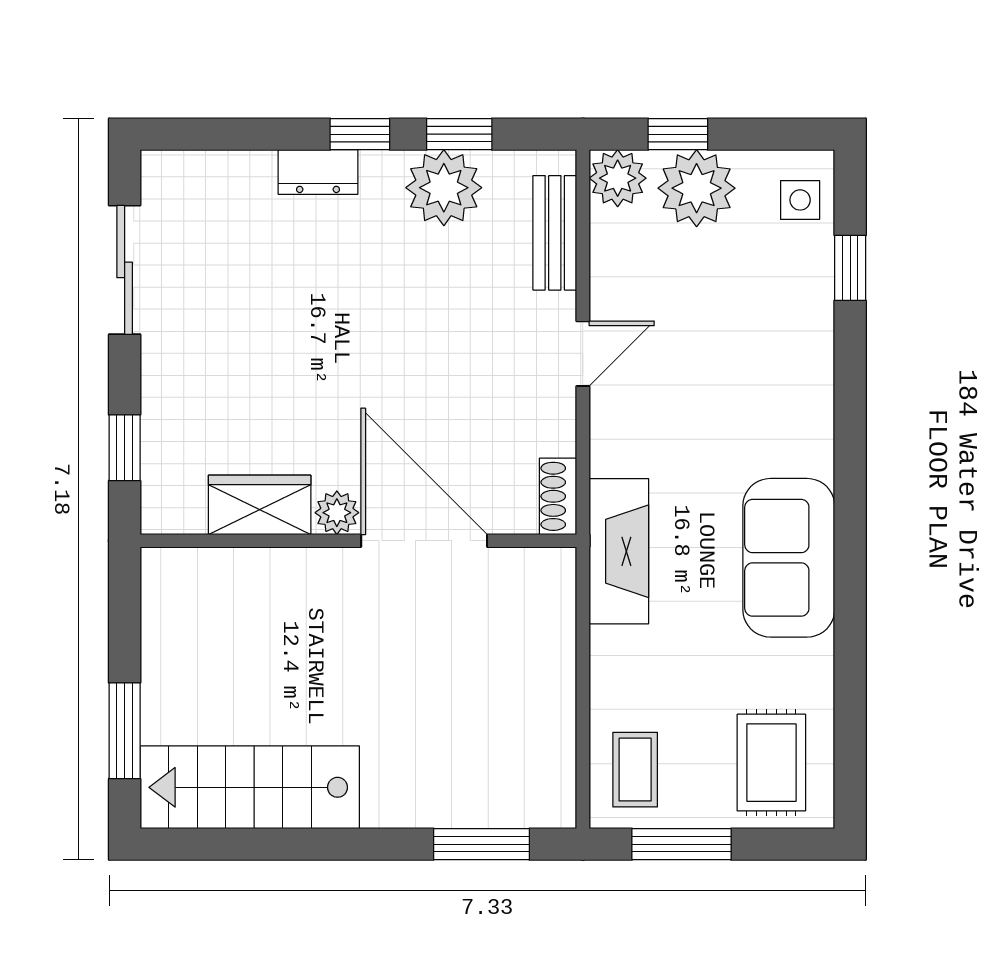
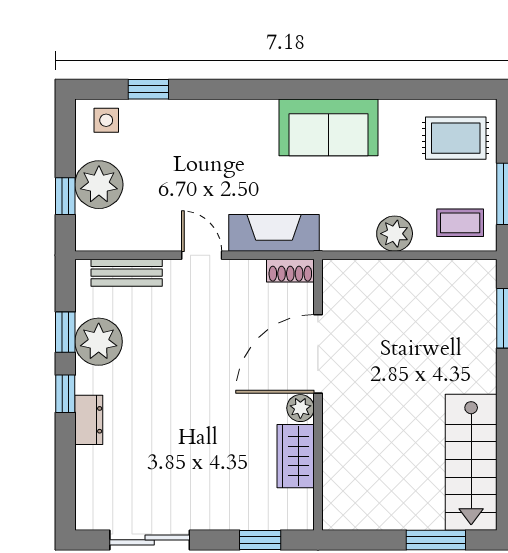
plant: (618, 178) -> (395, 234), moved
fireplace: (619, 551) -> (274, 233), moved

